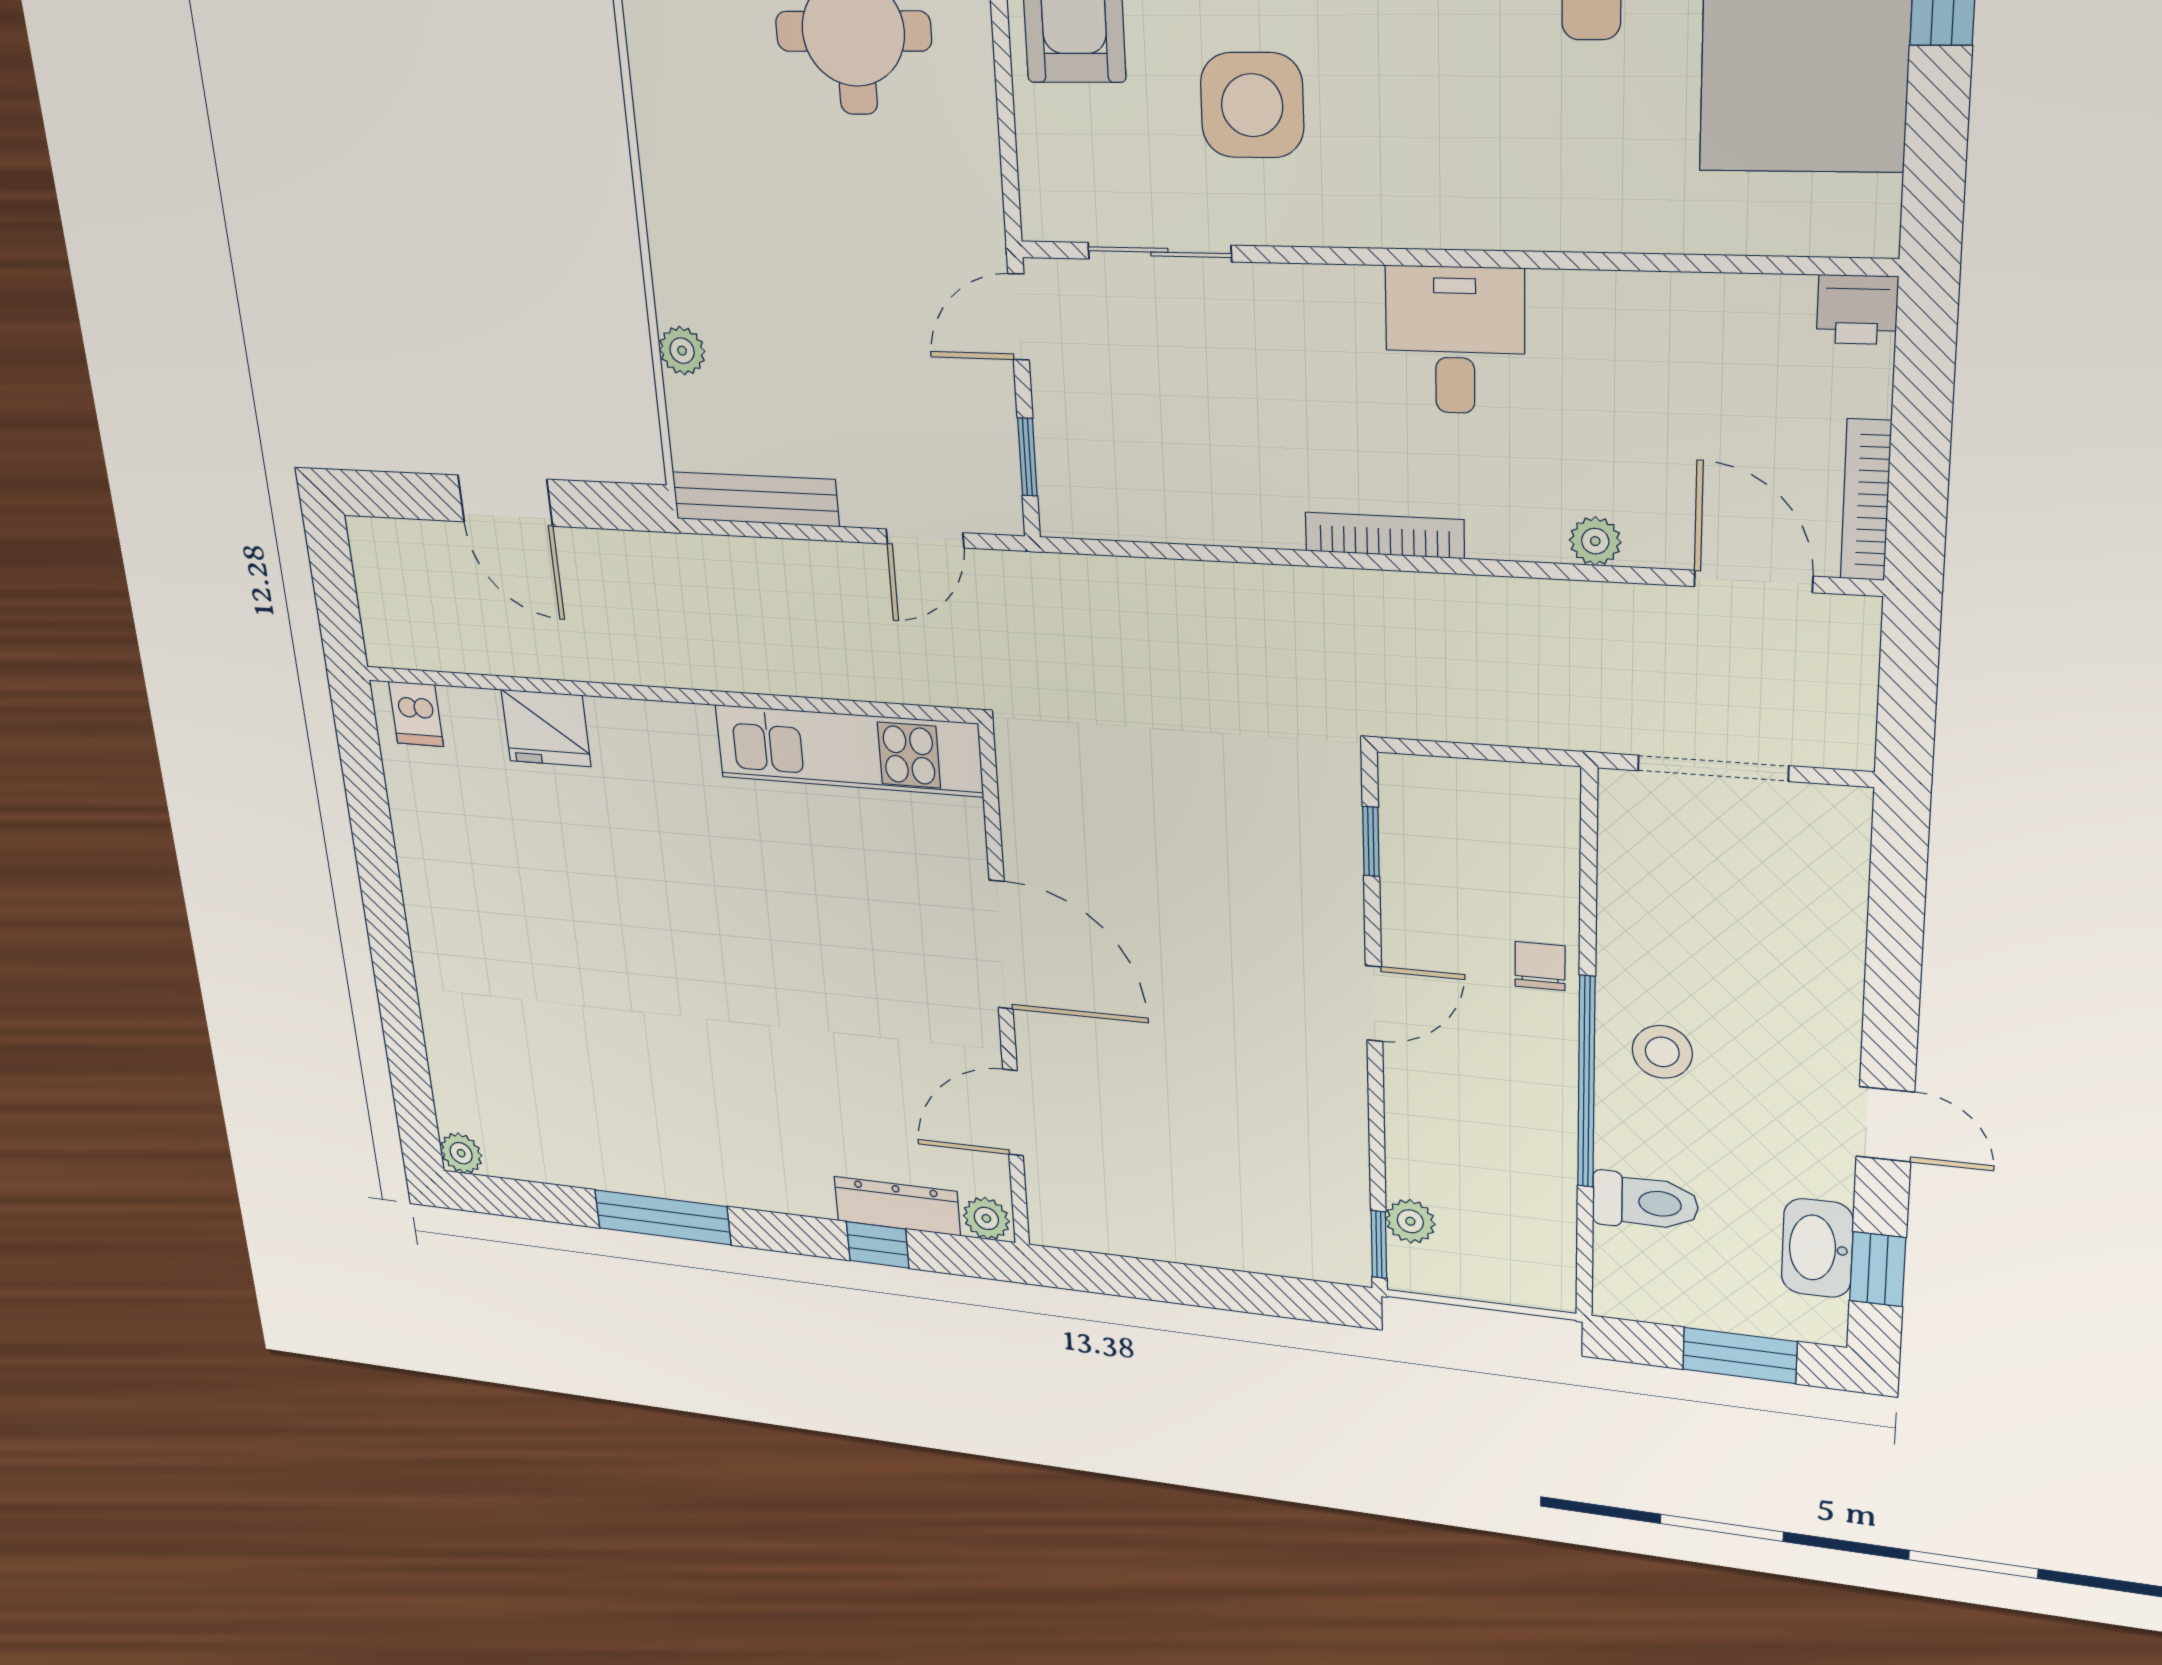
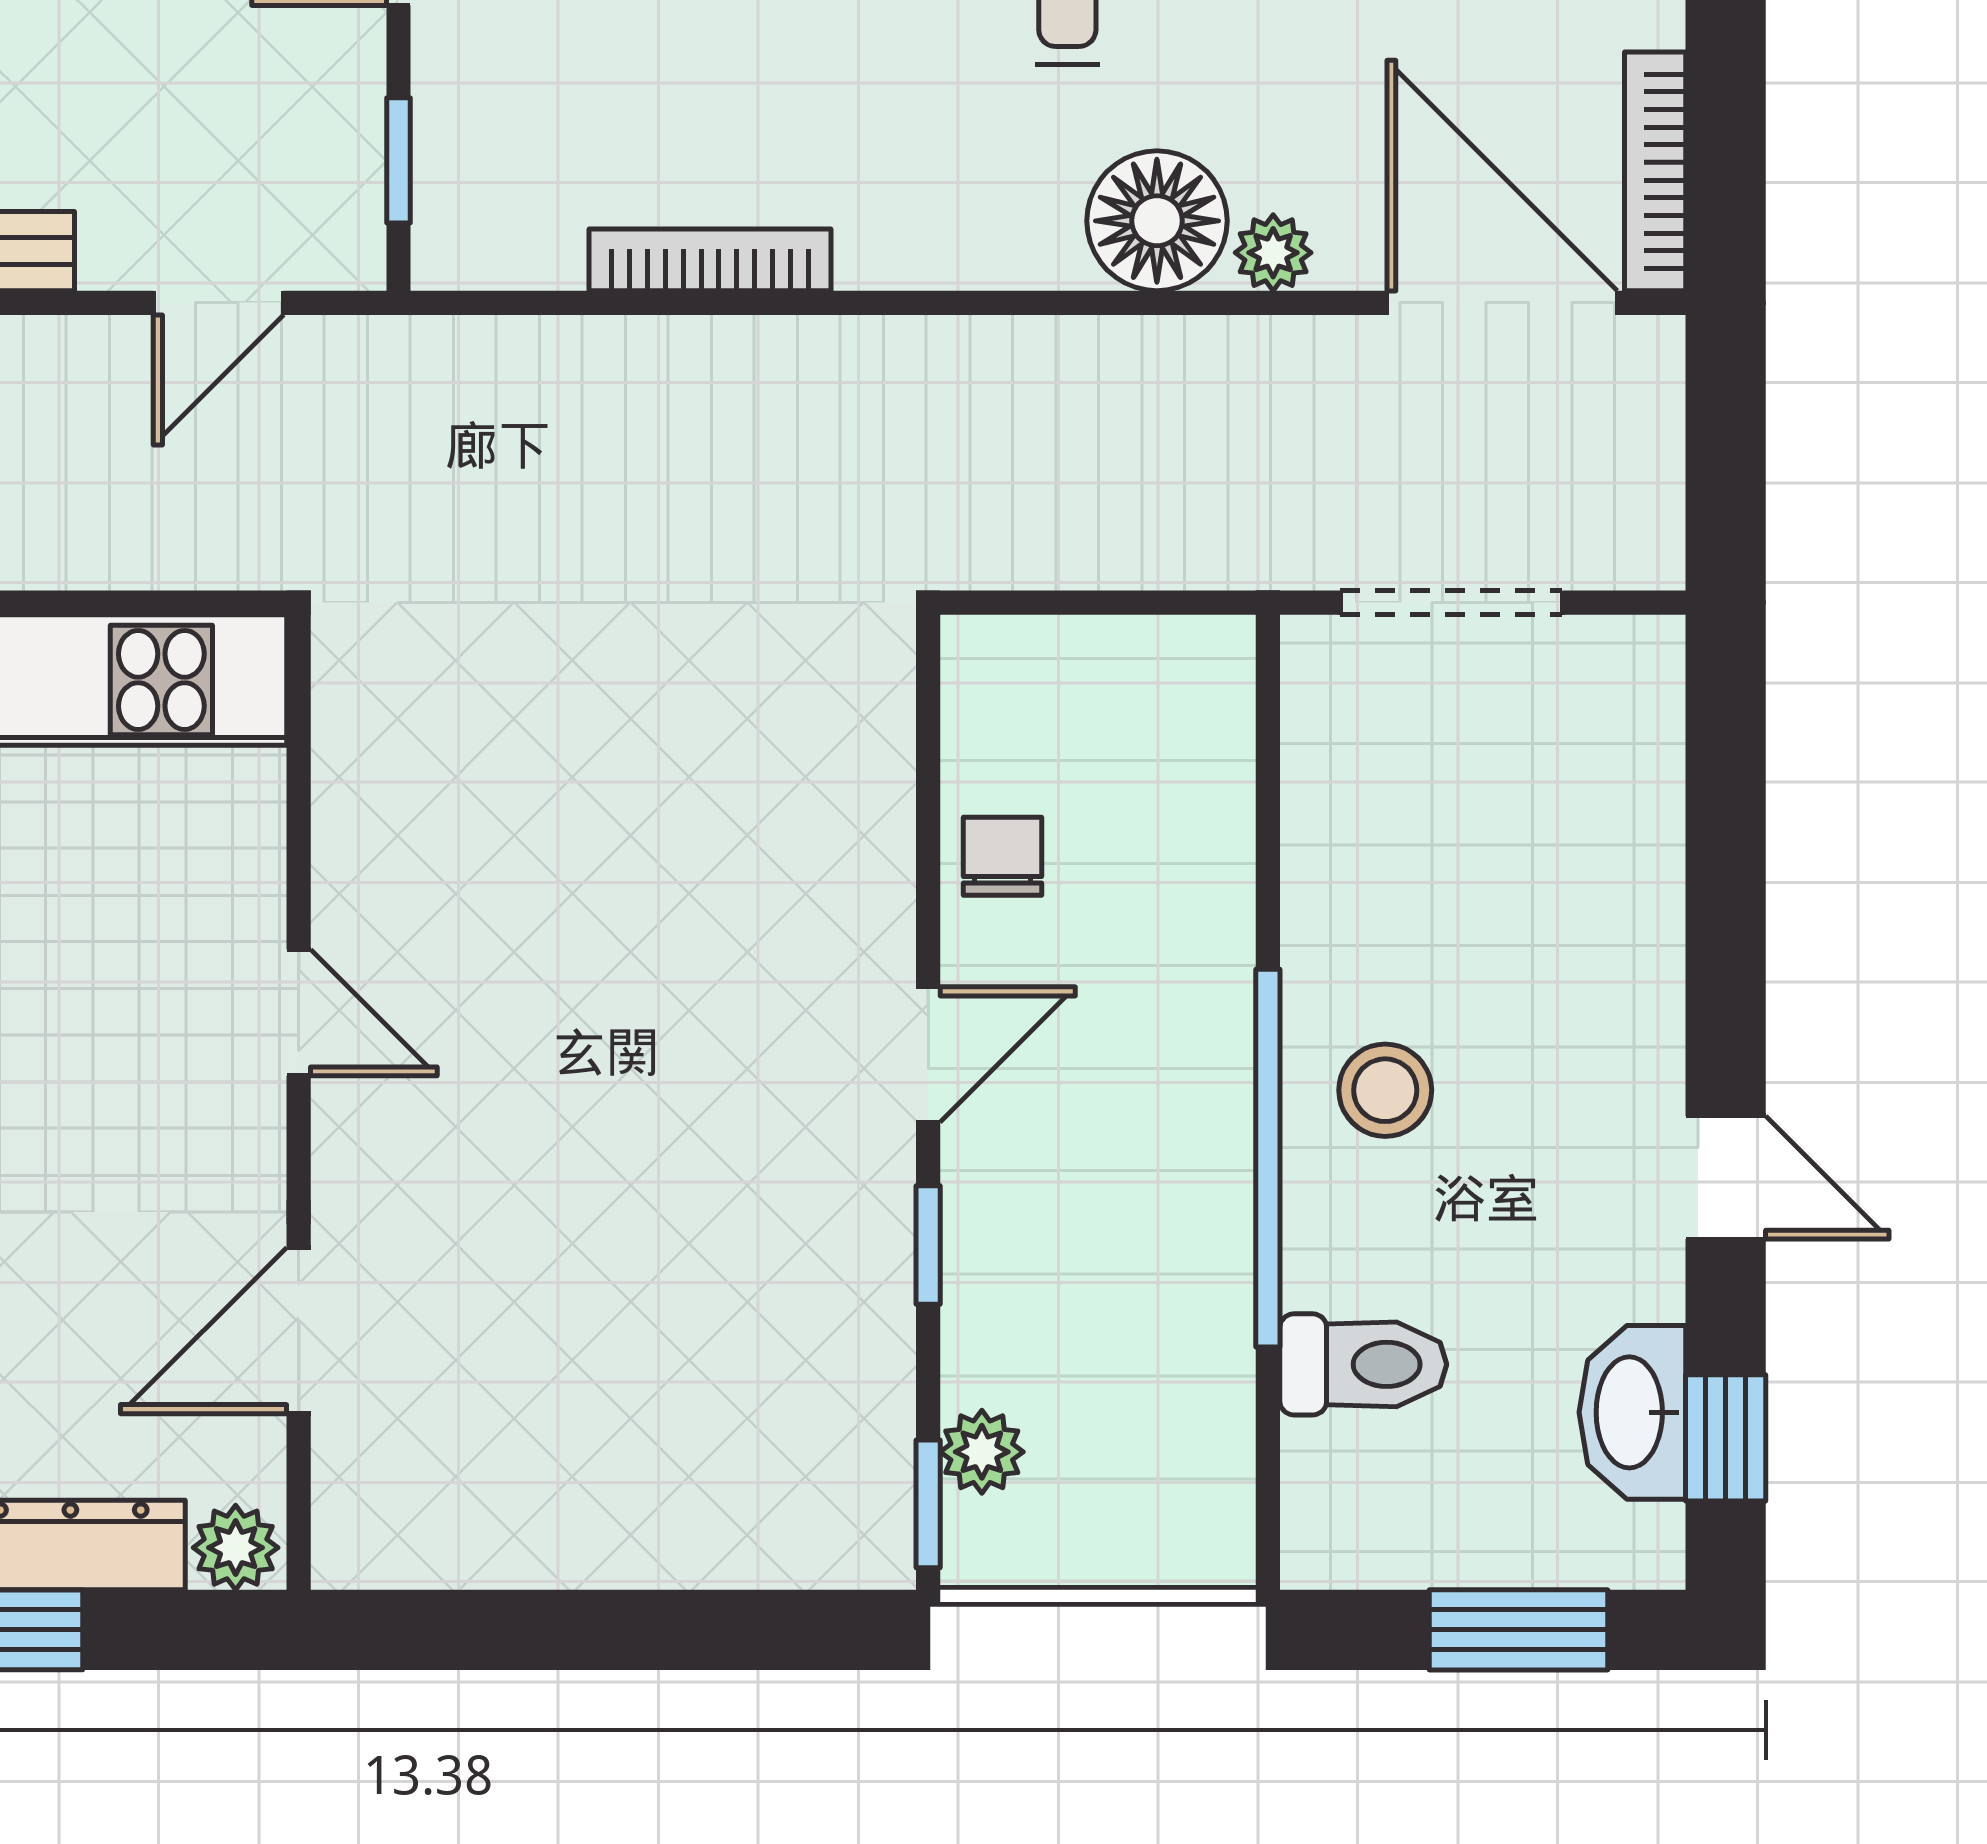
floor lamp: (1516, 517) -> (1157, 221), added
bookcase: (1384, 535) -> (710, 260), moved
door: (1753, 581) -> (1502, 303), width x1.36
window: (1371, 842) -> (928, 1245), moved
door: (1001, 945) -> (299, 1013), width x0.53
chair: (1540, 966) -> (1003, 856), moved

